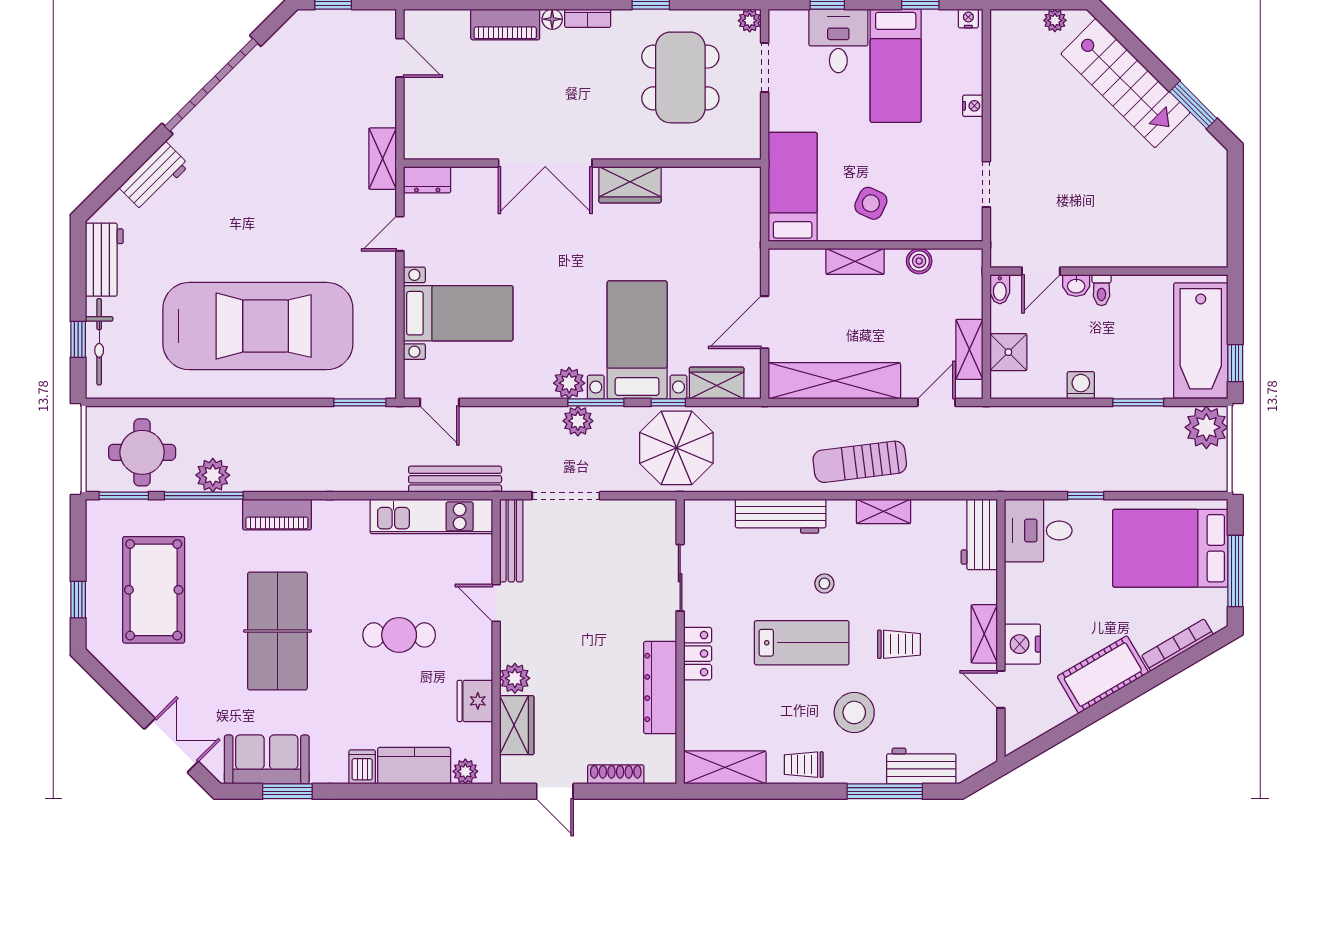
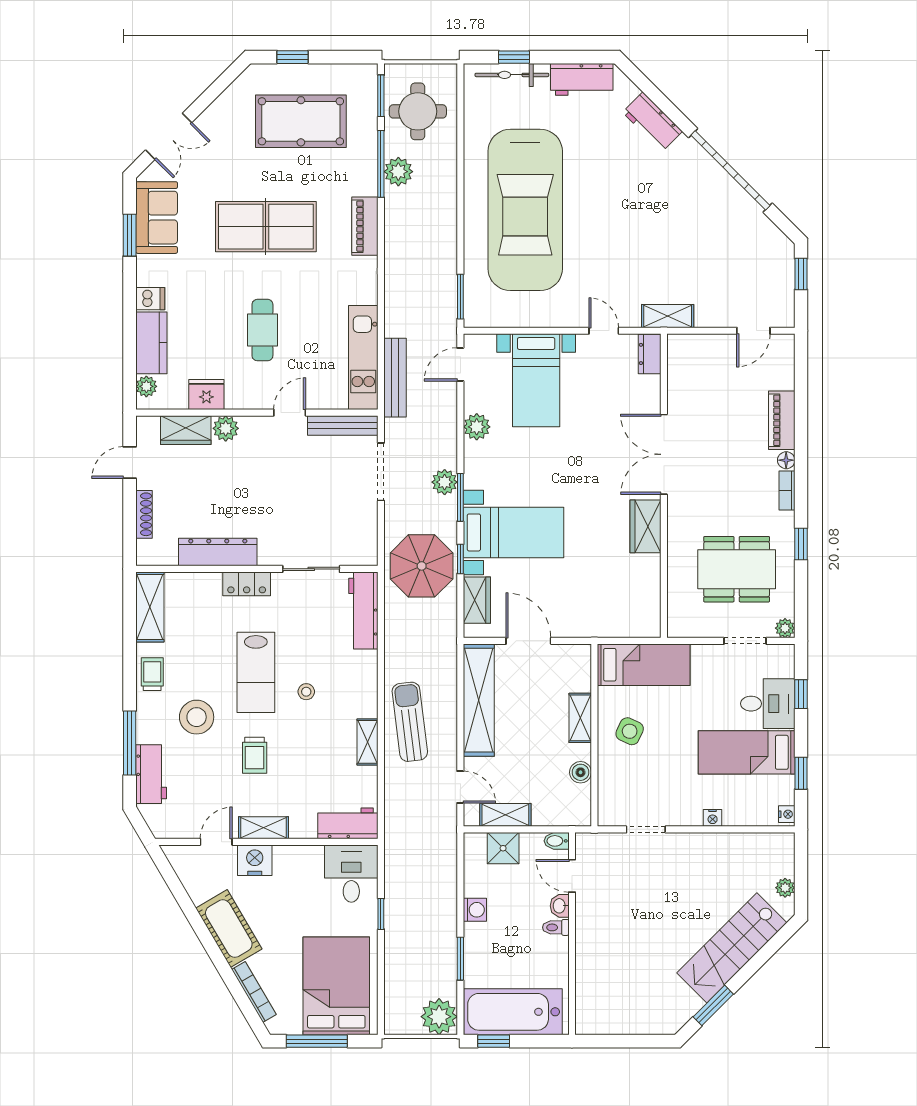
plant: (569, 383) -> (477, 427), moved
workbench: (781, 516) -> (363, 610), moved

